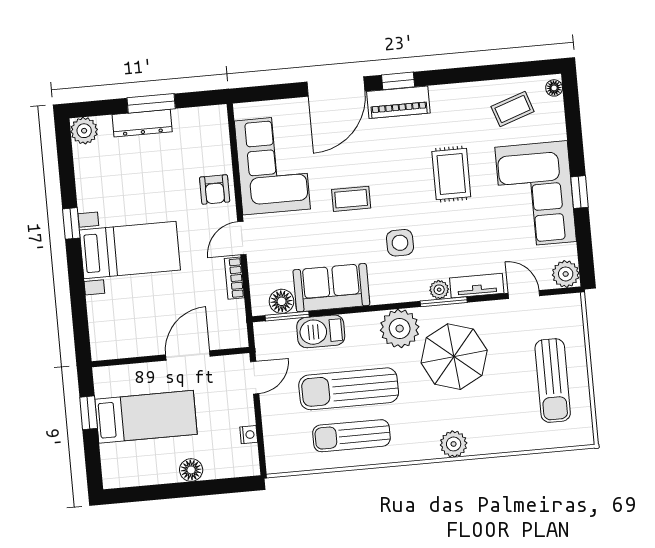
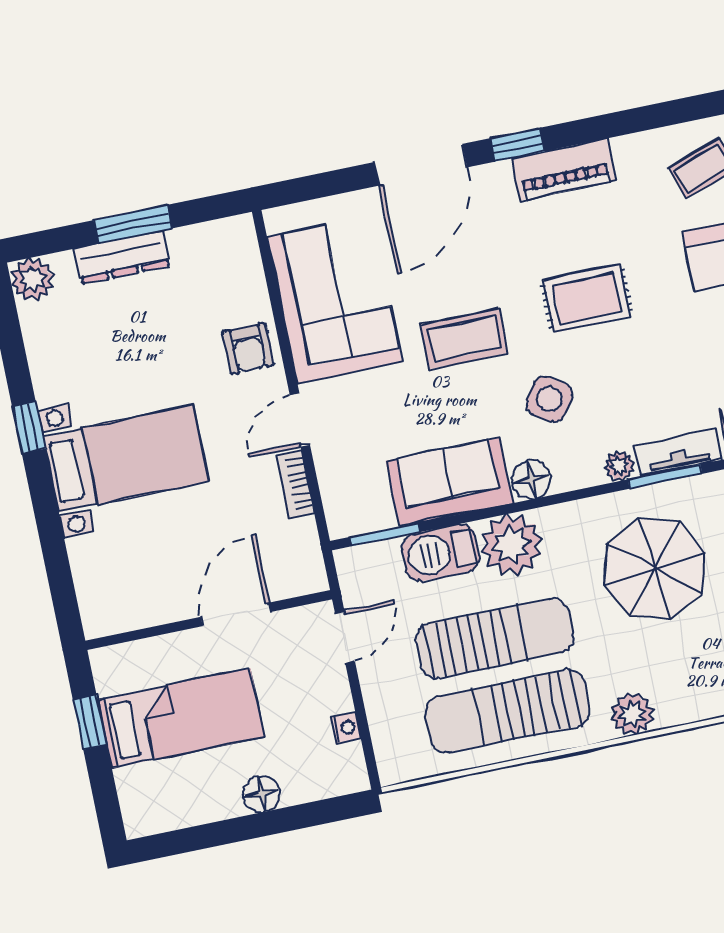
piano: (398, 102) -> (564, 169), moved
rug: (451, 174) -> (587, 298), moved, turned 90
coffee table: (351, 199) -> (465, 339), width x1.36, depth x1.30
side table: (400, 243) -> (549, 399), turned 34
floor lamp: (282, 301) -> (531, 480), moved
window: (444, 302) -> (665, 477), moved
plant: (400, 328) -> (512, 545), moved
sun lounger: (349, 389) -> (495, 638), turned 180
sun lounger: (351, 436) -> (508, 711), width x1.36, depth x1.34
plant: (454, 444) -> (632, 714), moved

